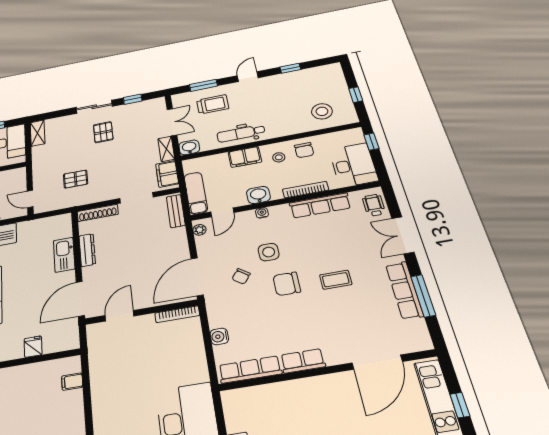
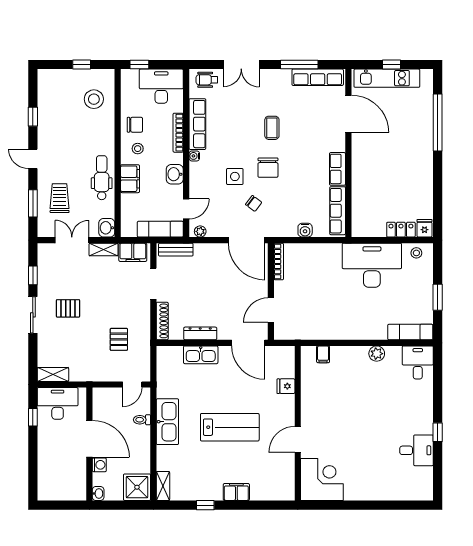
dental chair: (241, 133) -> (102, 178), turned 180
door: (222, 212) -> (186, 209), hinge flipped
water cooler: (262, 213) -> (194, 156), moved
row of seats: (404, 290) -> (318, 77), moved
door: (119, 316) -> (271, 310), hinge flipped

